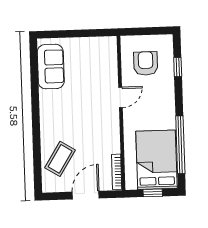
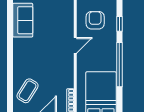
window: (180, 145) -> (119, 65), moved

